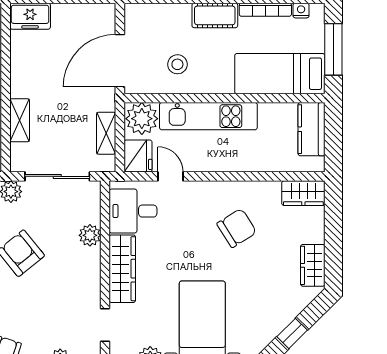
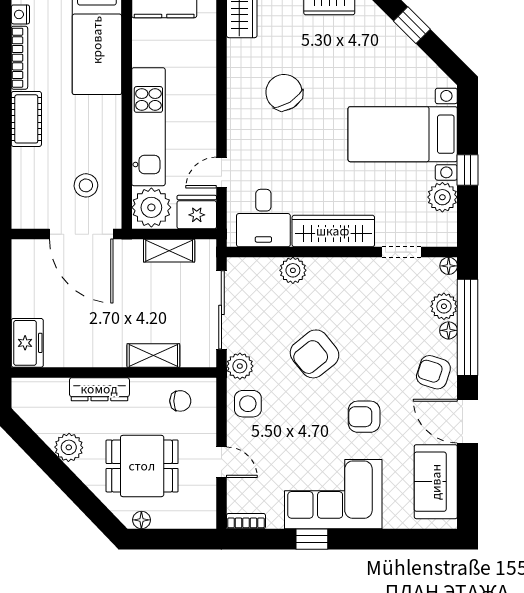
stool: (177, 64) -> (86, 185), moved

